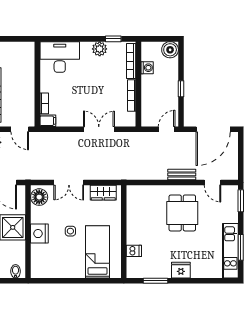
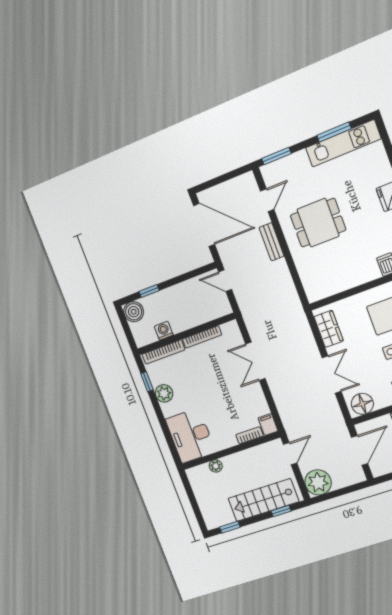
plant: (29, 68) -> (216, 466), added
window: (181, 89) -> (149, 291), moved

